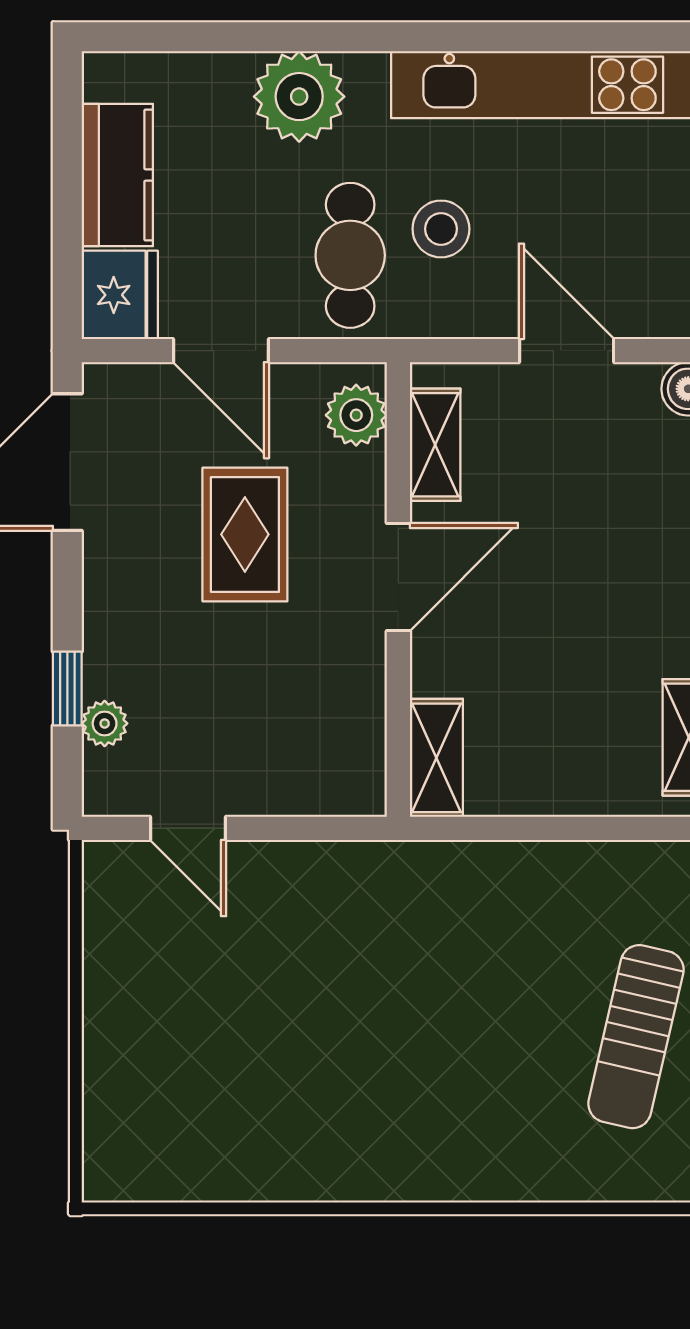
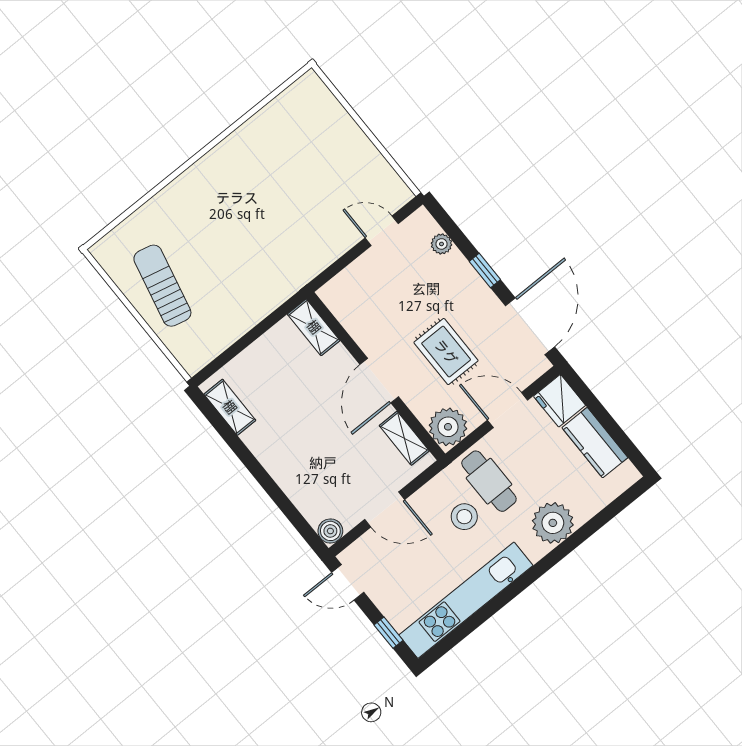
plant: (356, 415) -> (448, 427), width x1.36, depth x1.36
window: (67, 689) -> (485, 270), moved

